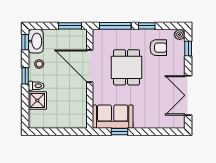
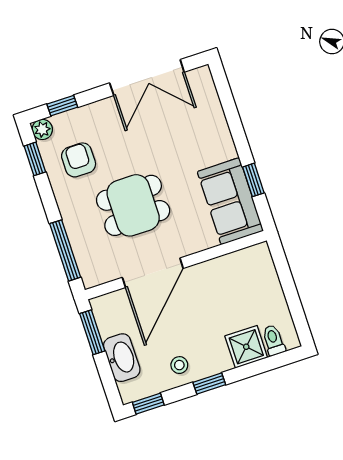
window: (147, 26) -> (35, 159), moved
washbasin: (36, 41) -> (122, 358), moved, turned 90
toilet: (36, 86) -> (274, 340), moved

